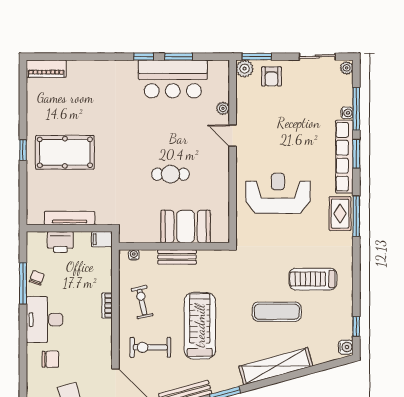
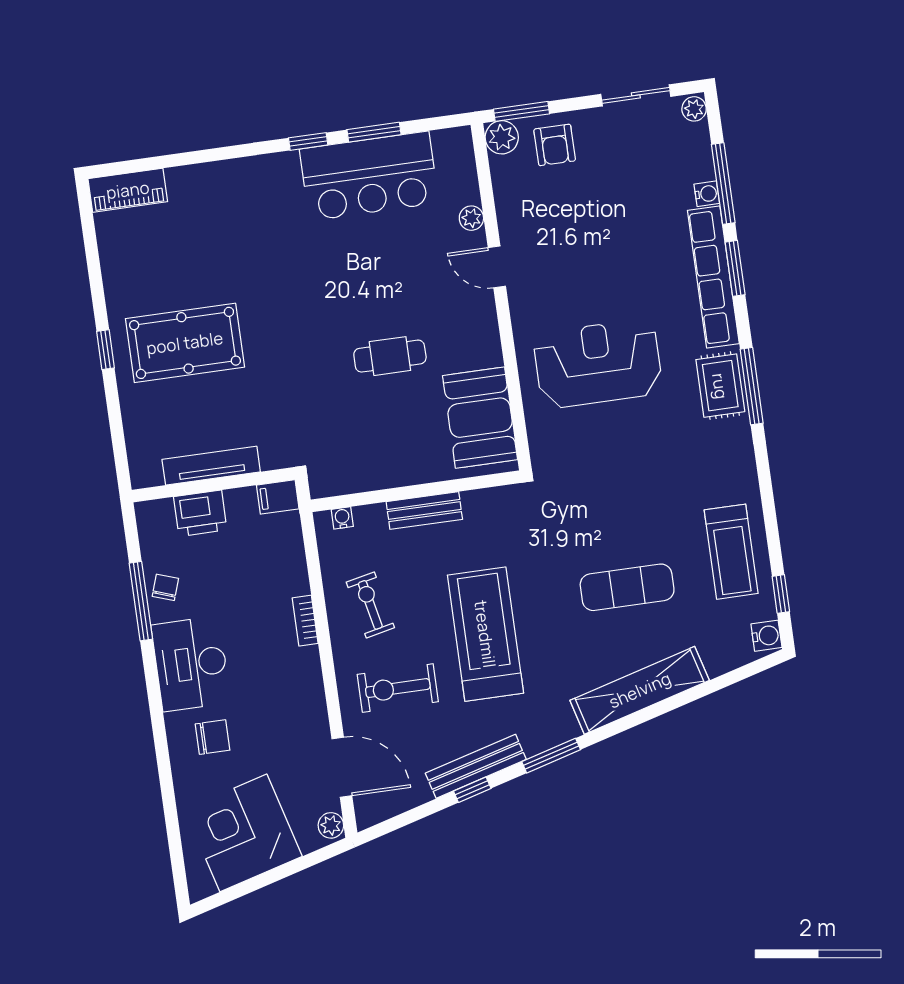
booth: (186, 227) -> (480, 418), moved, turned 90
treadmill: (313, 279) -> (731, 552), moved, turned -90

